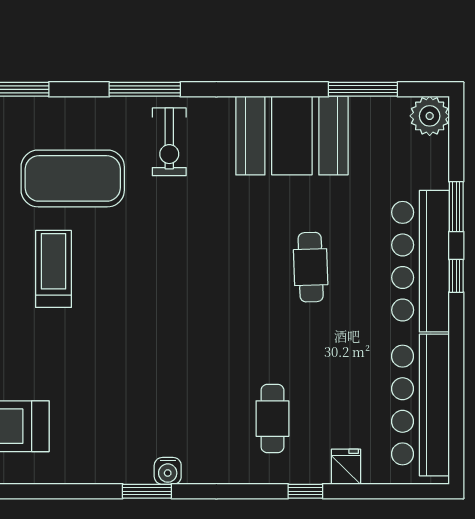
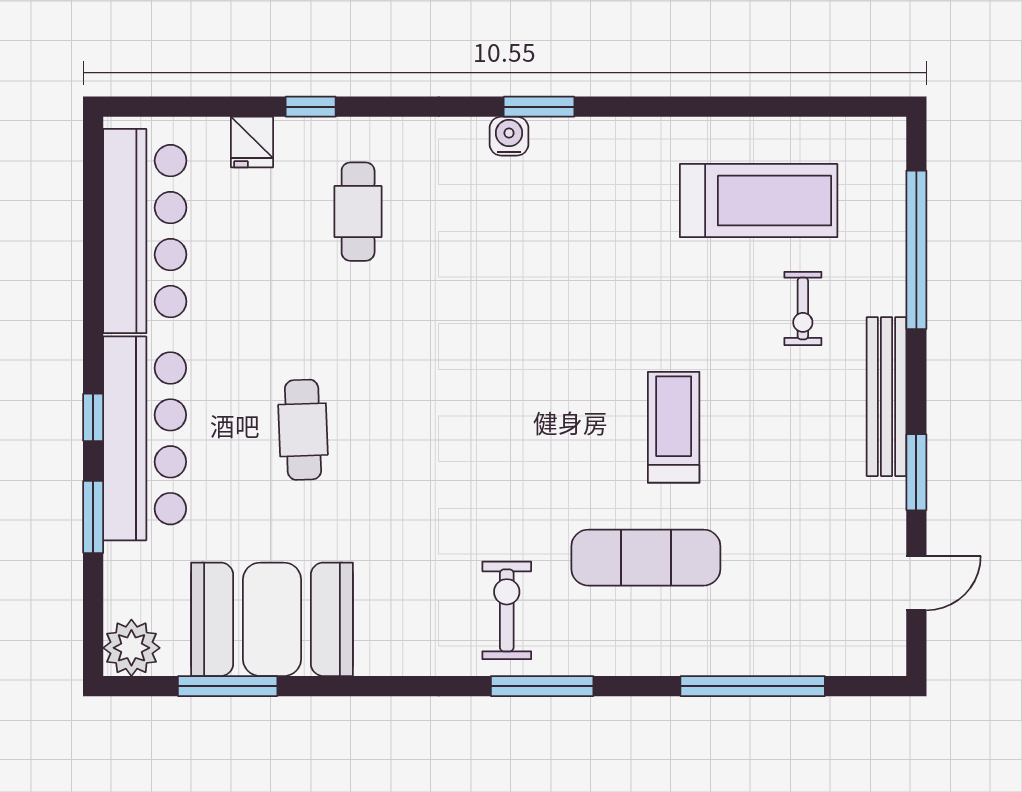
booth: (292, 136) -> (272, 619), moved
exercise mat: (73, 178) -> (646, 558), width x0.68
treadmill: (53, 269) -> (674, 427), turned 180

